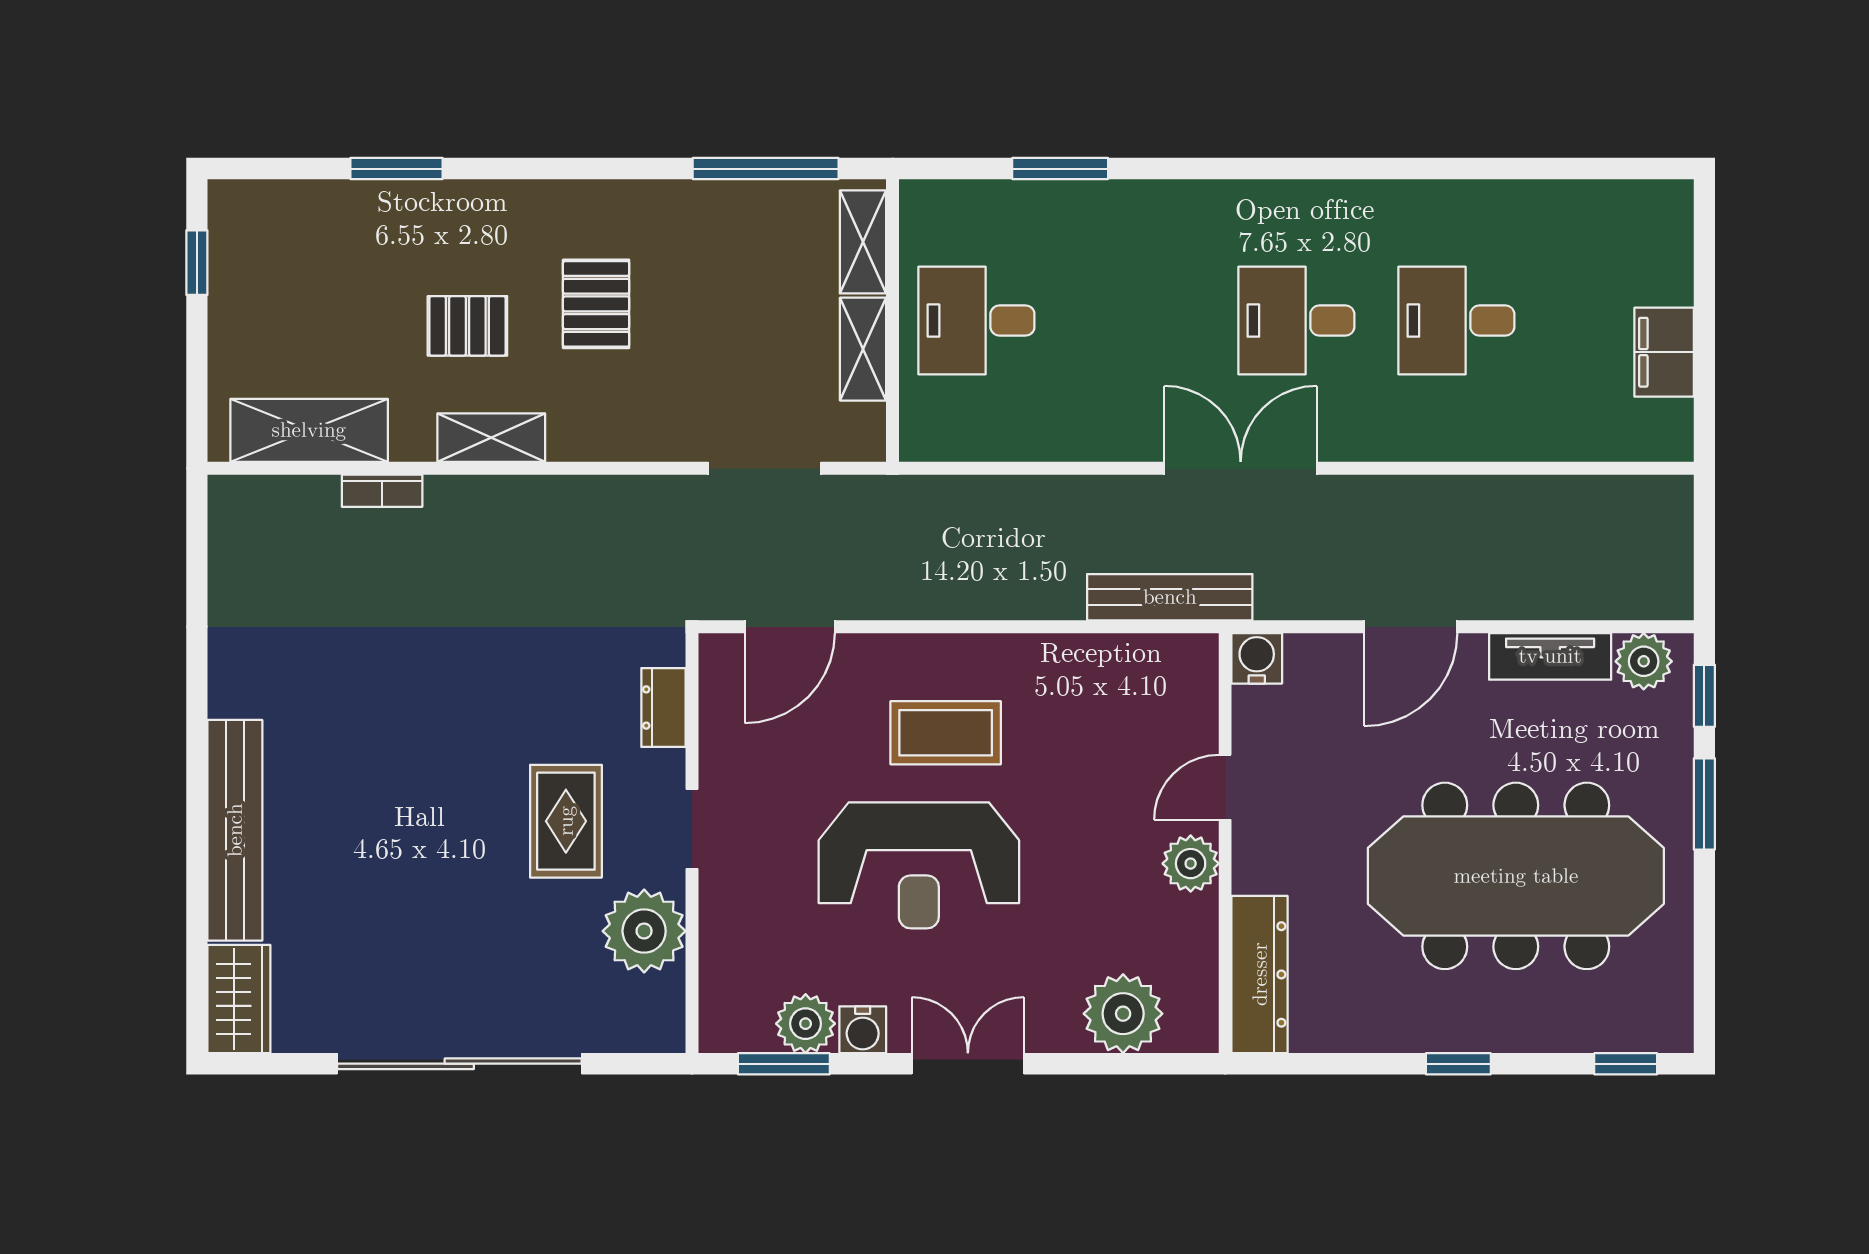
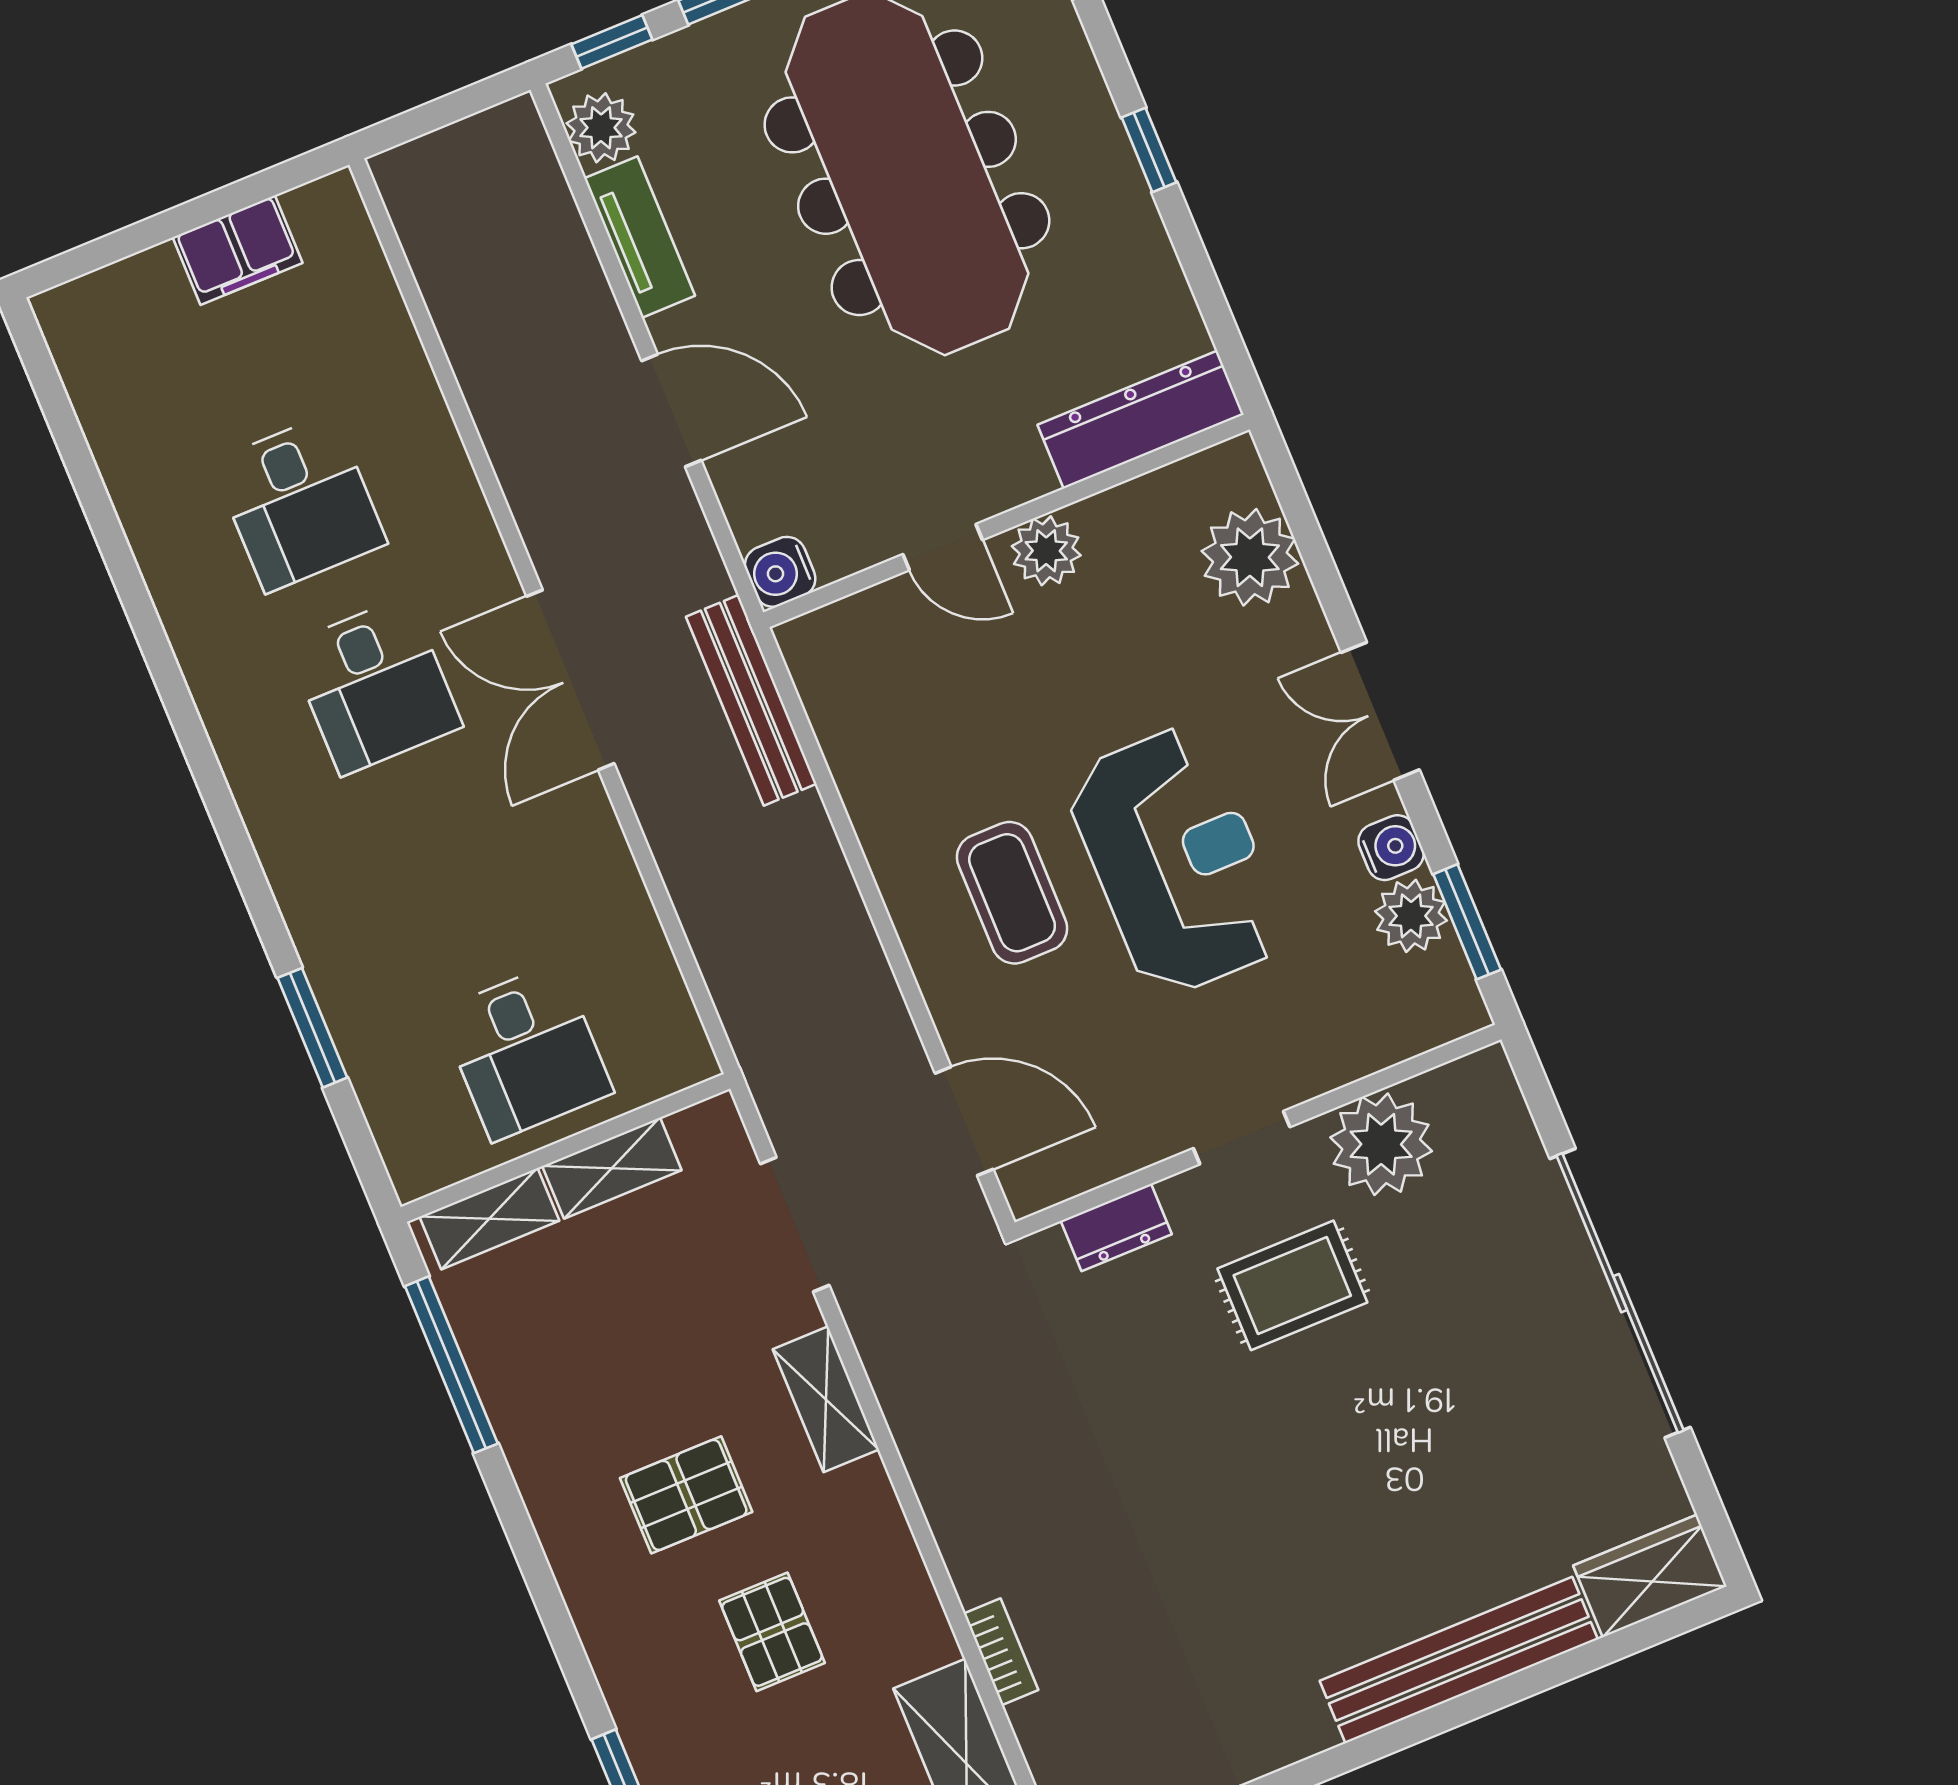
shelving: (491, 438) -> (826, 1399), moved

